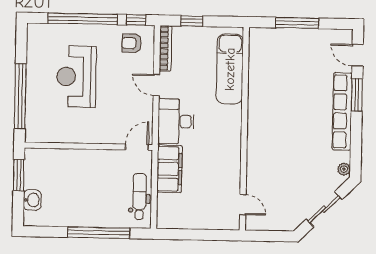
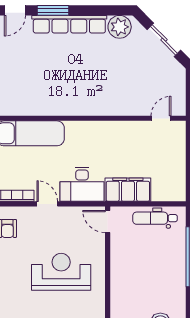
reception desk: (76, 77) -> (61, 272), moved, turned 180
door: (156, 85) -> (47, 204), swing flipped
plant: (344, 169) -> (120, 27), width x1.88, depth x1.88

